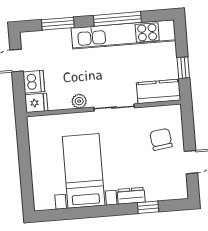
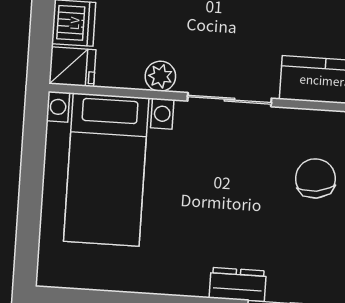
bed with nightstands: (84, 171) -> (106, 170), moved, turned 180

